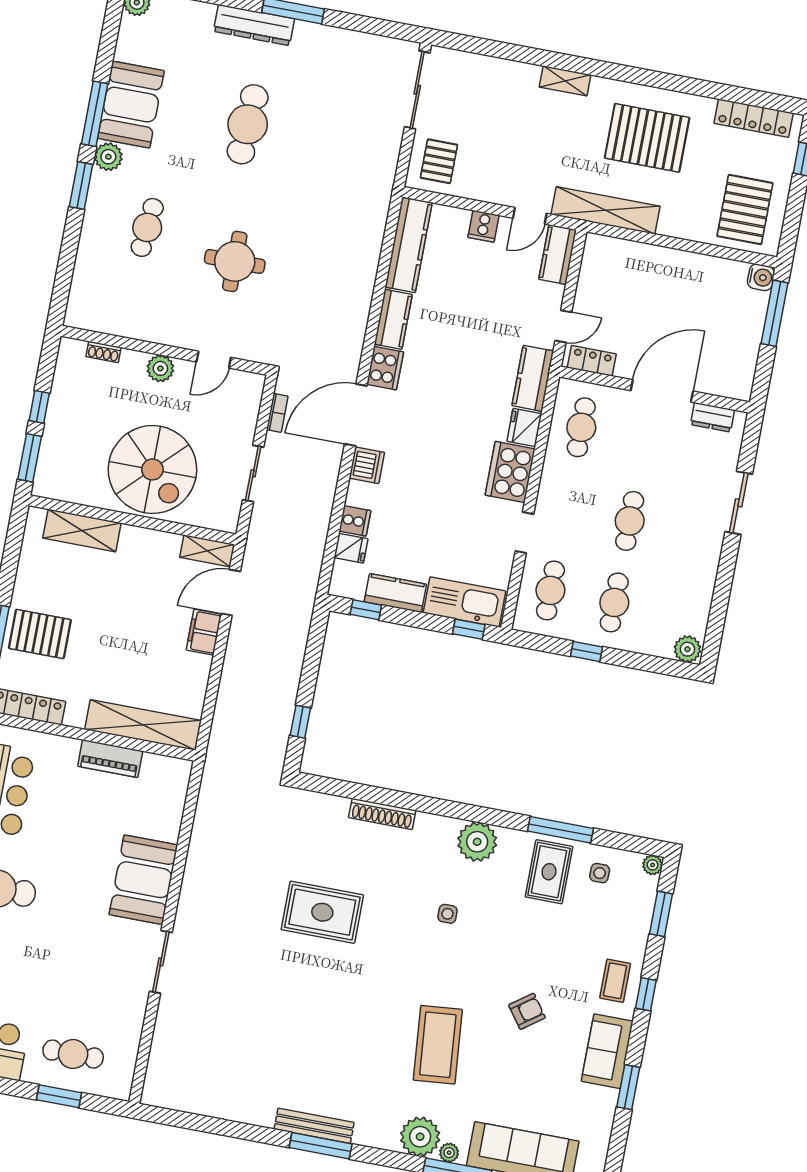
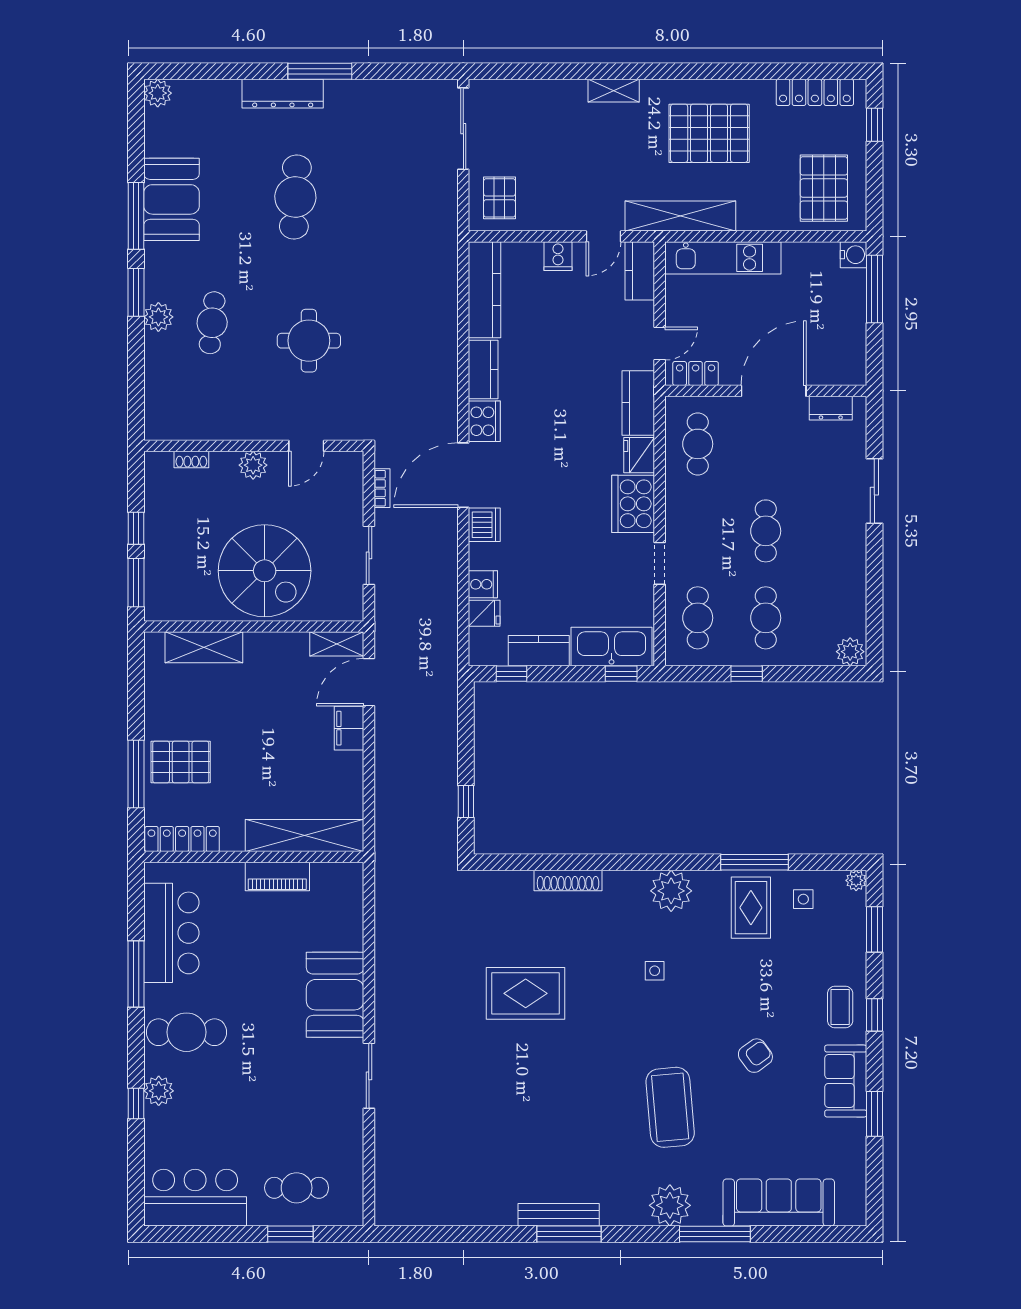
plant: (108, 157) -> (158, 317), moved
kitchen unit: (638, 257) -> (723, 258), added
plant: (449, 1153) -> (703, 1216), removed

